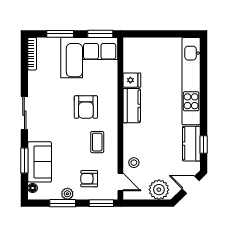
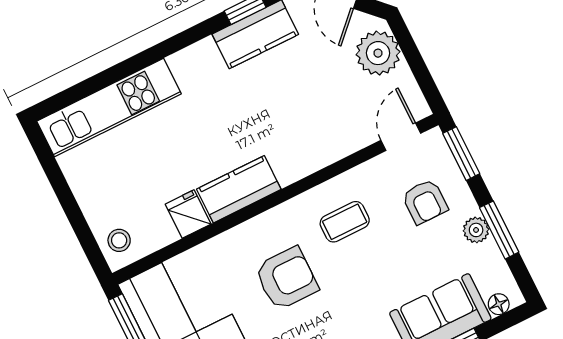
kitchen unit: (191, 81) -> (109, 108), width x0.73
stool: (134, 163) -> (119, 240), moved

